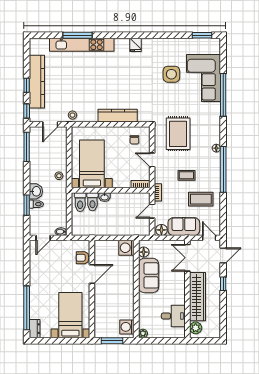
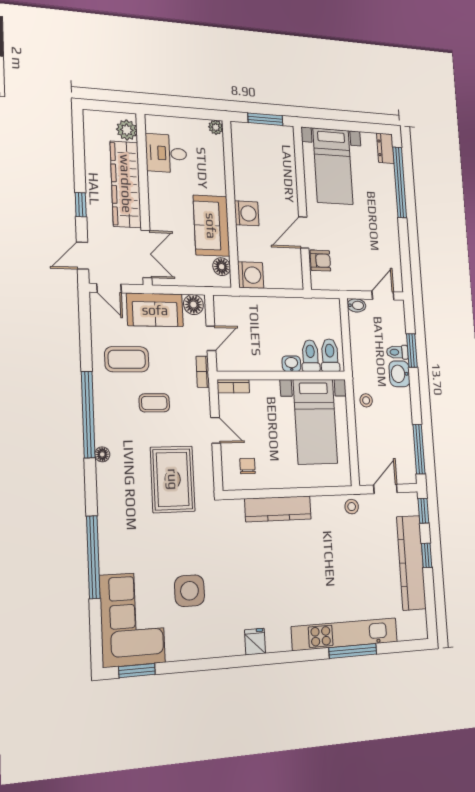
corner sofa: (203, 78) -> (132, 619), moved
washing machine: (127, 327) -> (247, 213), moved

